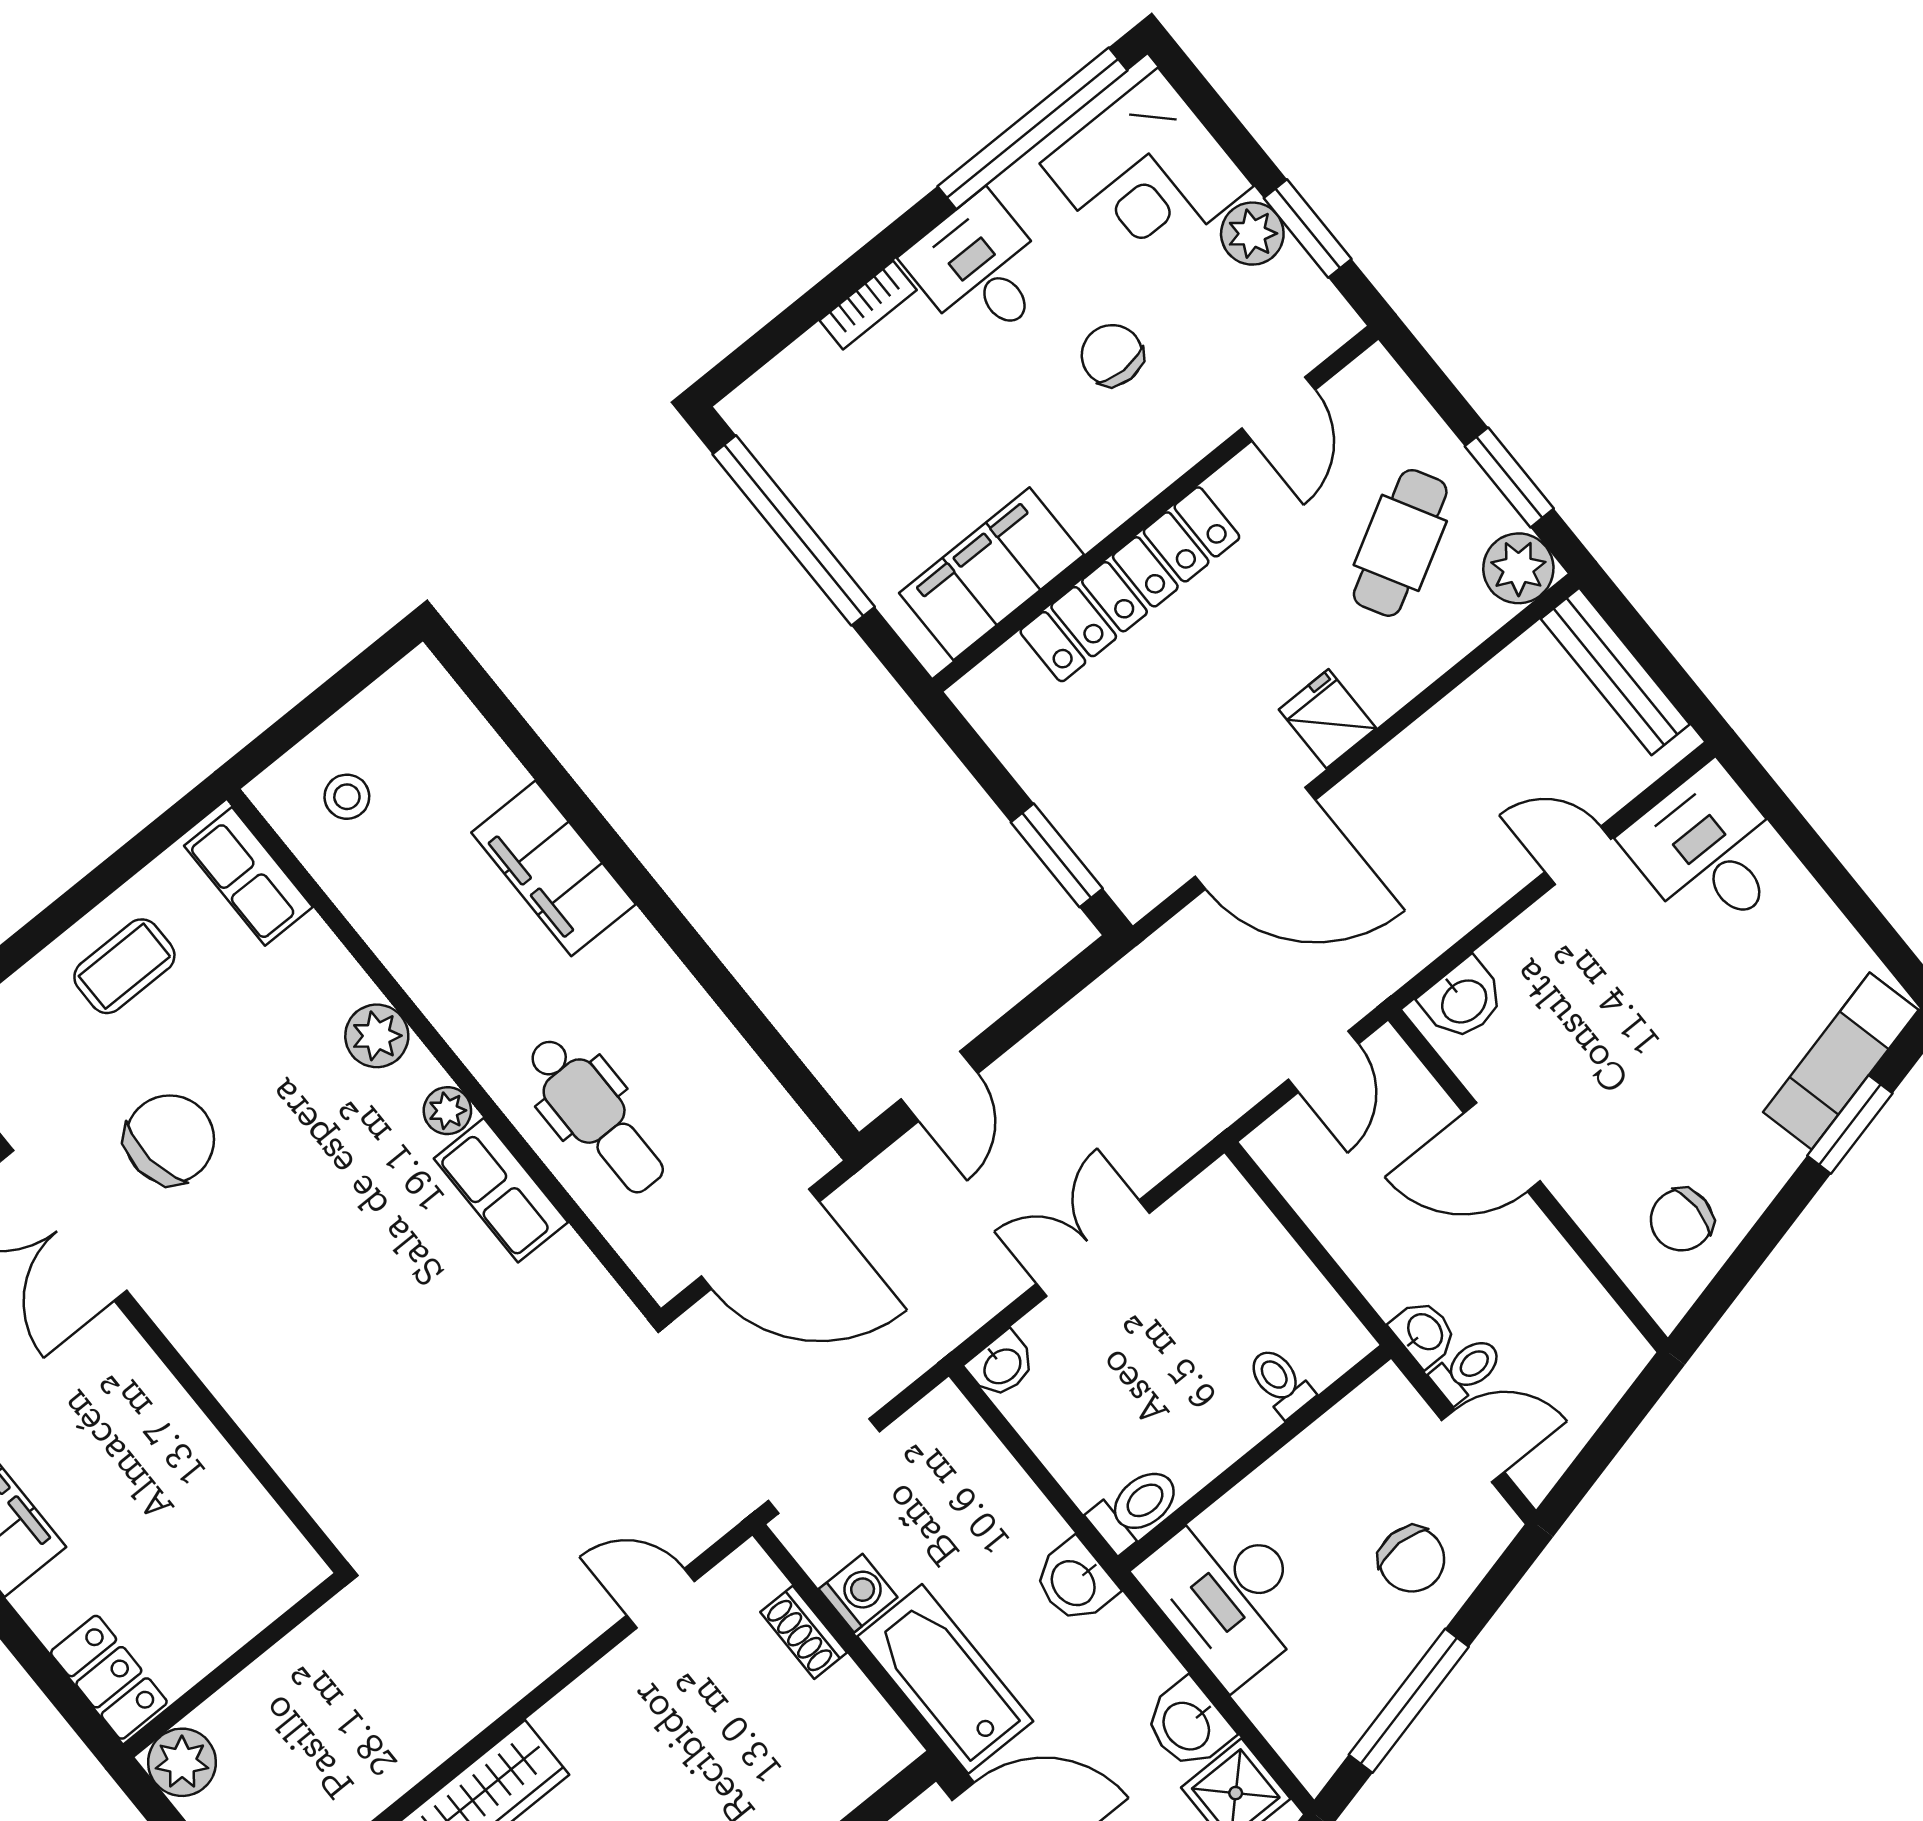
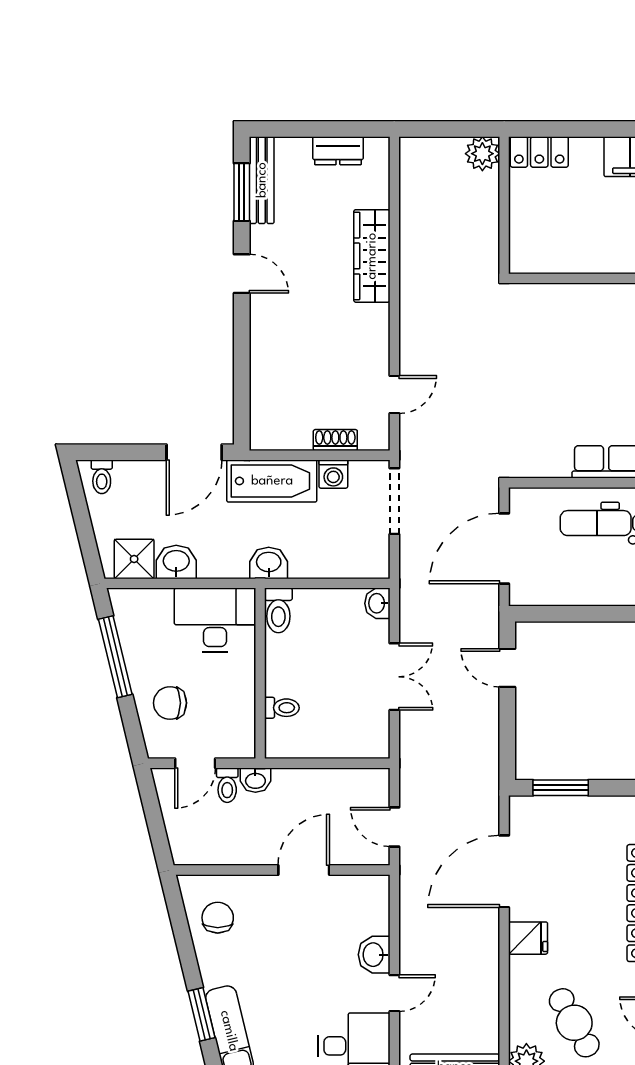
washbasin: (1463, 1000) -> (374, 955), moved

